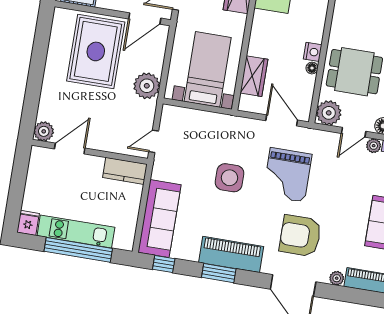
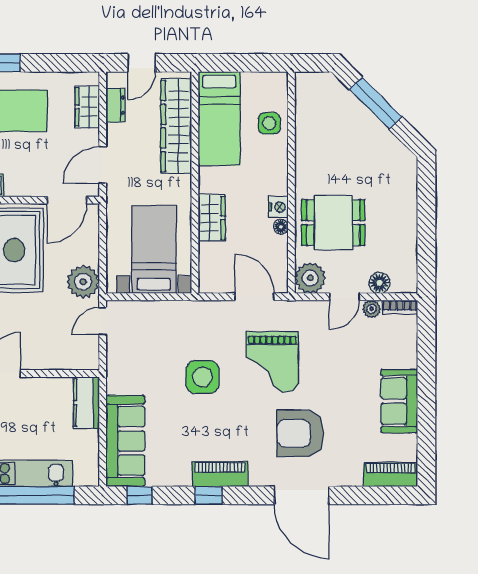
wardrobe: (254, 76) -> (212, 218), moved
door: (154, 141) -> (103, 321), moved
kitchen counter: (125, 171) -> (86, 403), moved, turned 90
piano: (231, 254) -> (220, 474), width x0.73, depth x0.75
window: (219, 273) -> (209, 495), width x0.67
plant: (337, 278) -> (353, 478), removed

